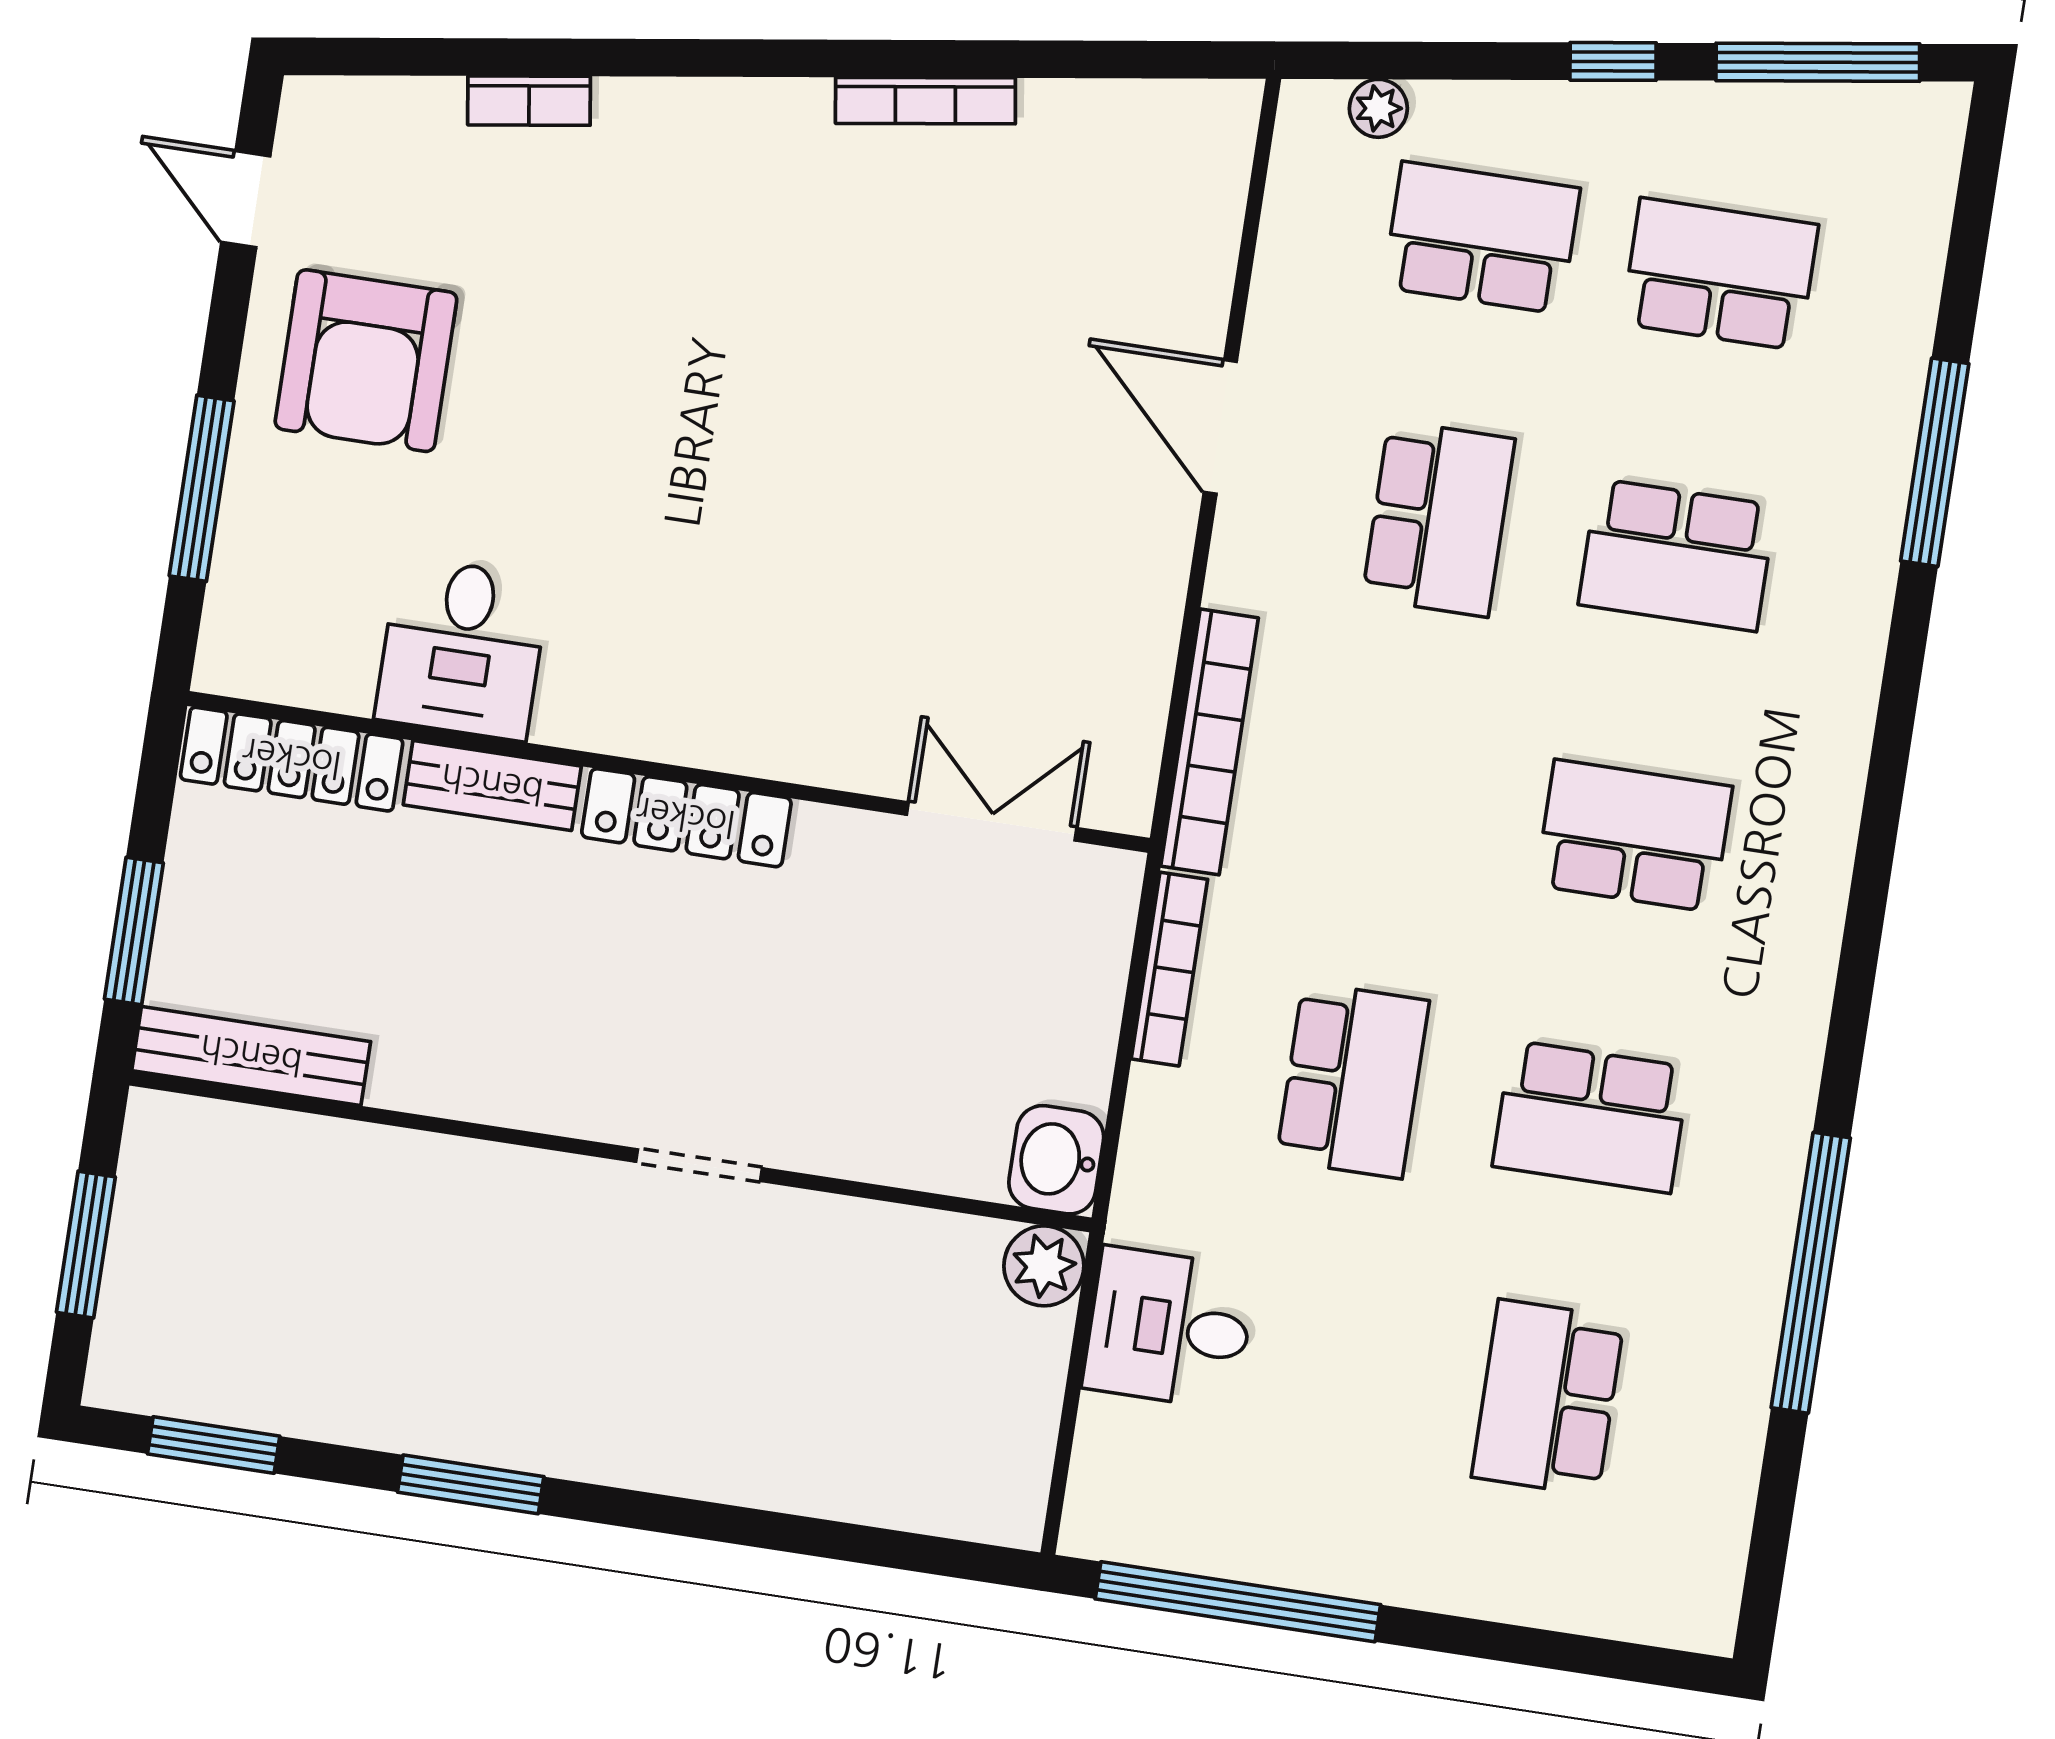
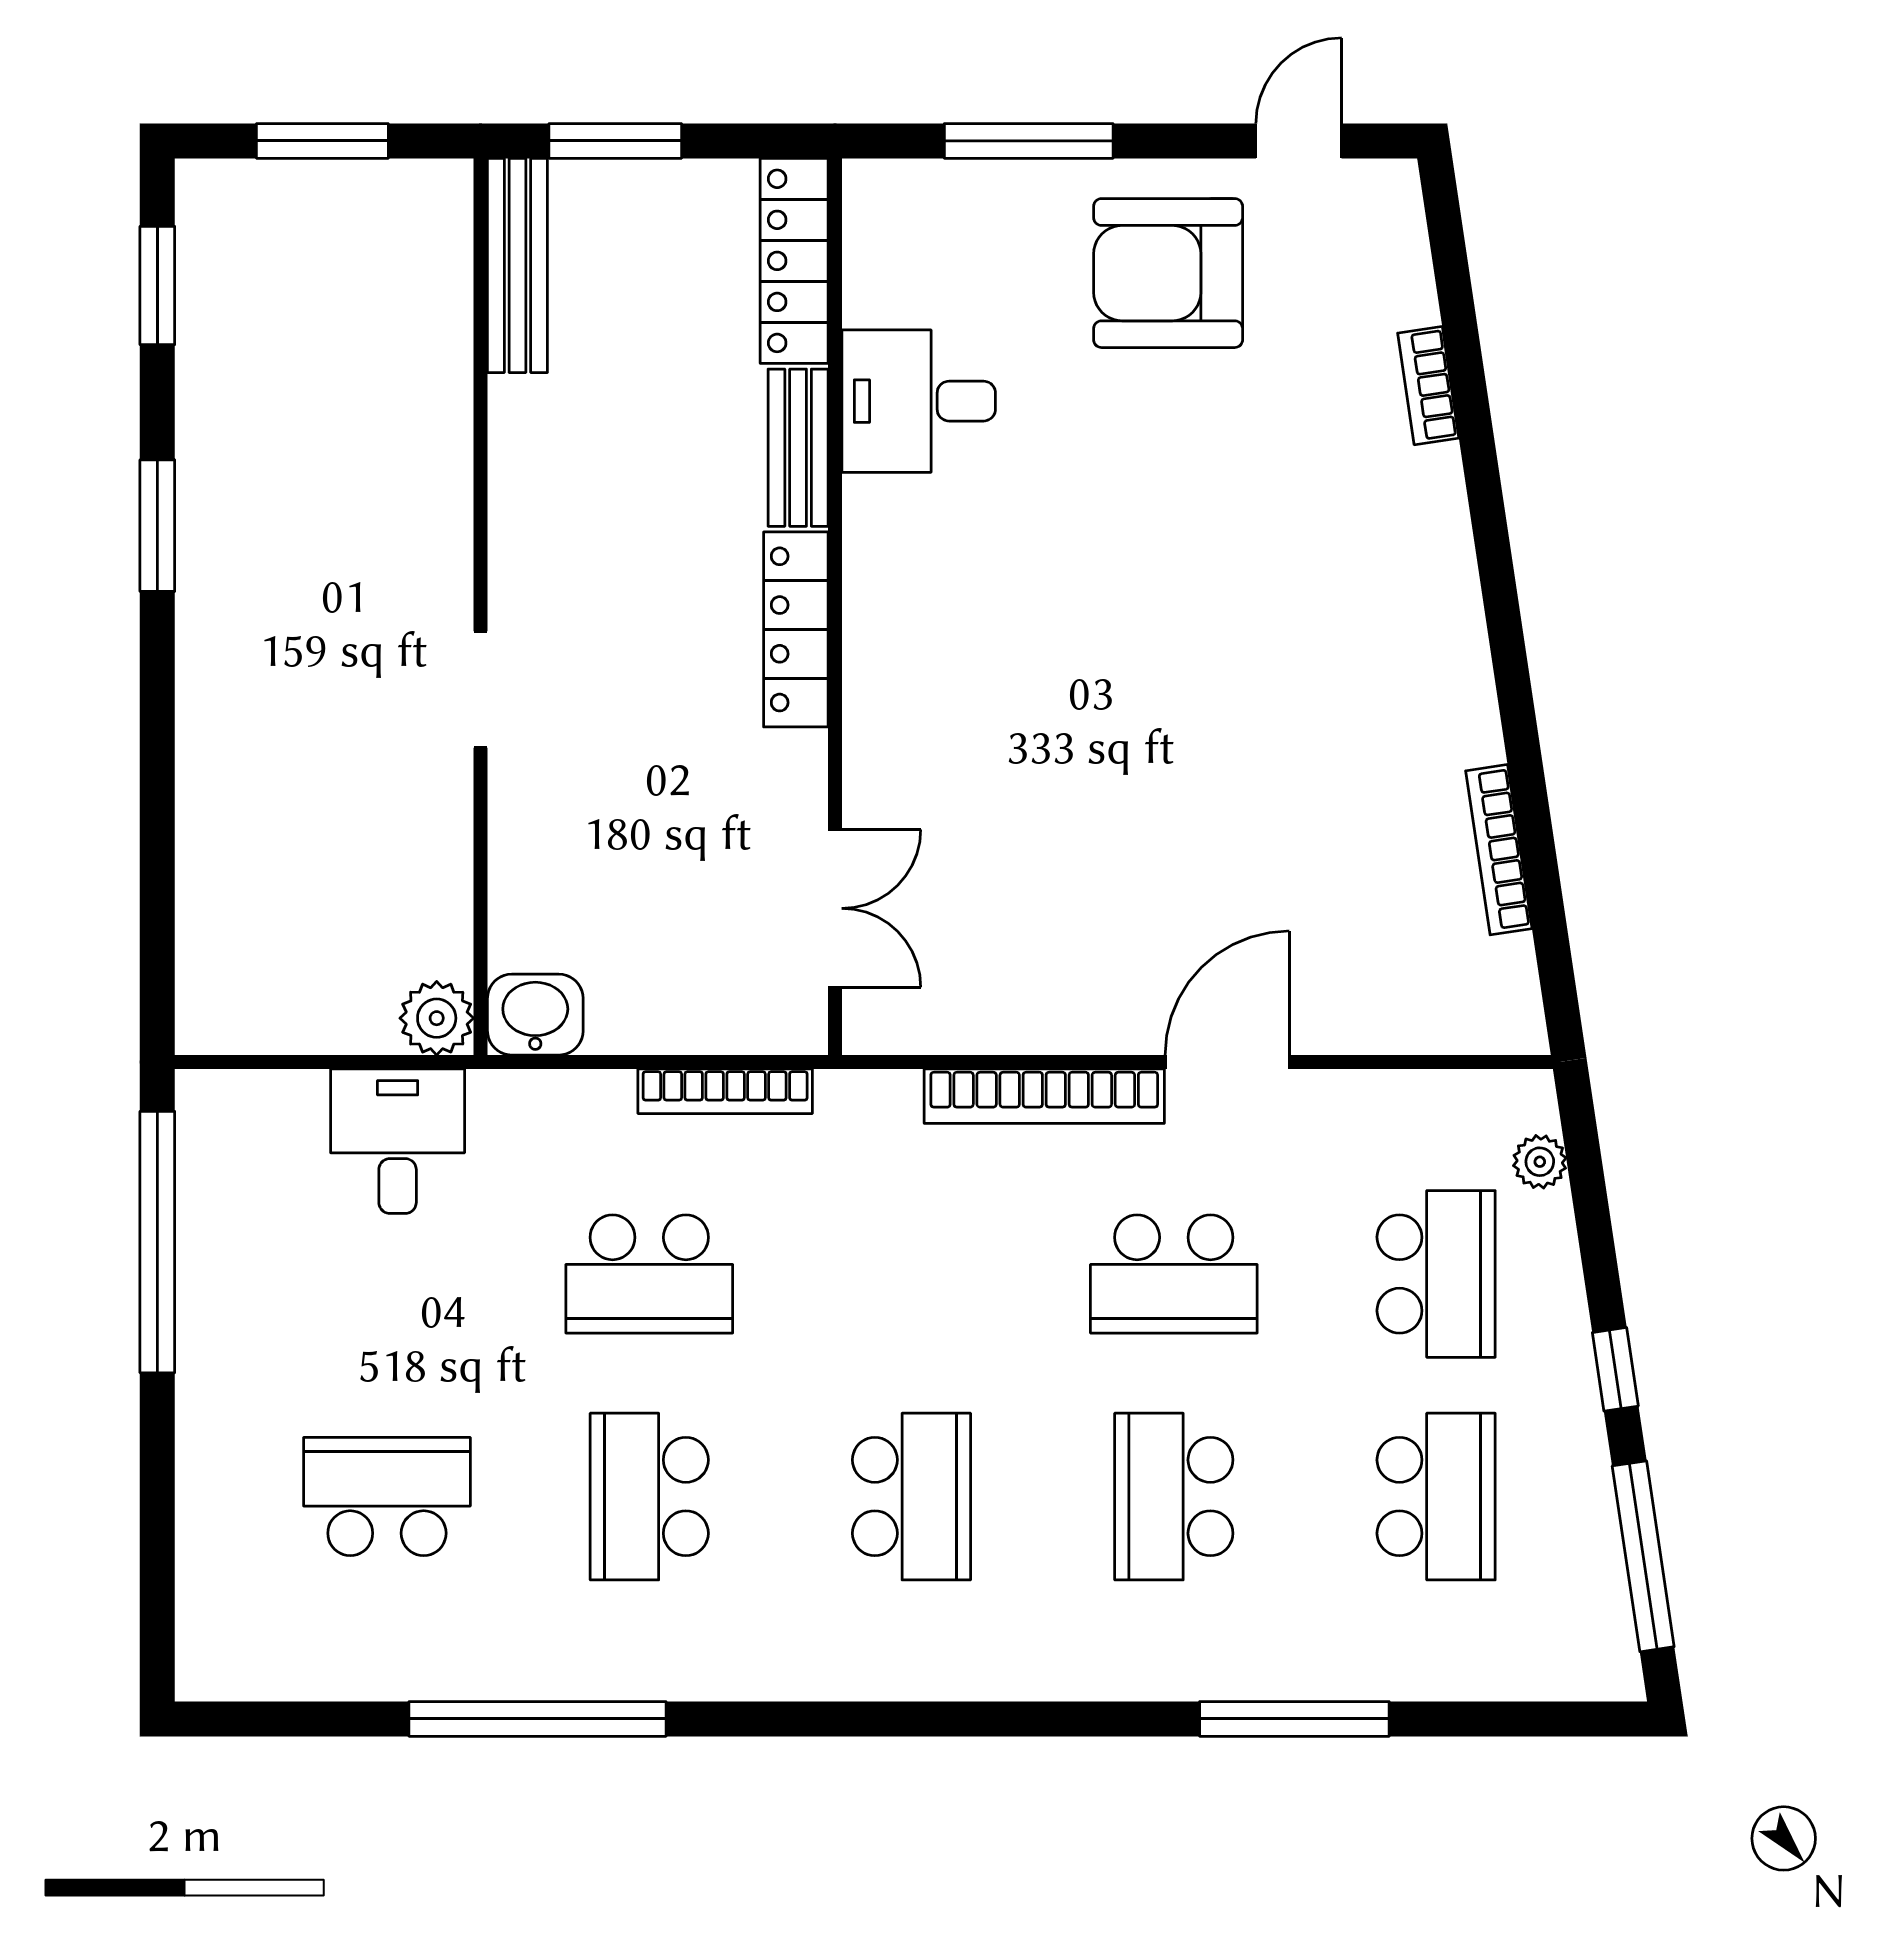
bookcase: (925, 101) -> (1499, 850), moved
bookcase: (1210, 742) -> (1044, 1096), moved

